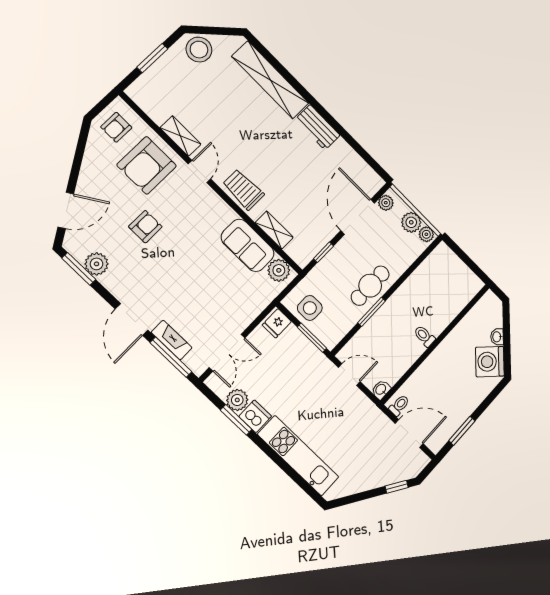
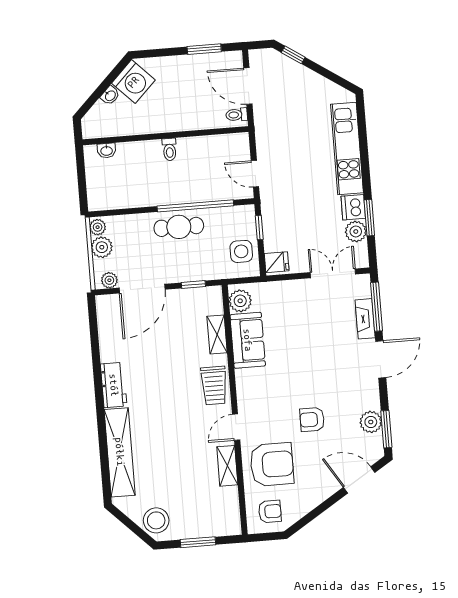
window: (372, 312) -> (195, 206), width x2.11
window: (312, 338) -> (259, 227), width x0.67
washbasin: (381, 390) -> (107, 151), moved

